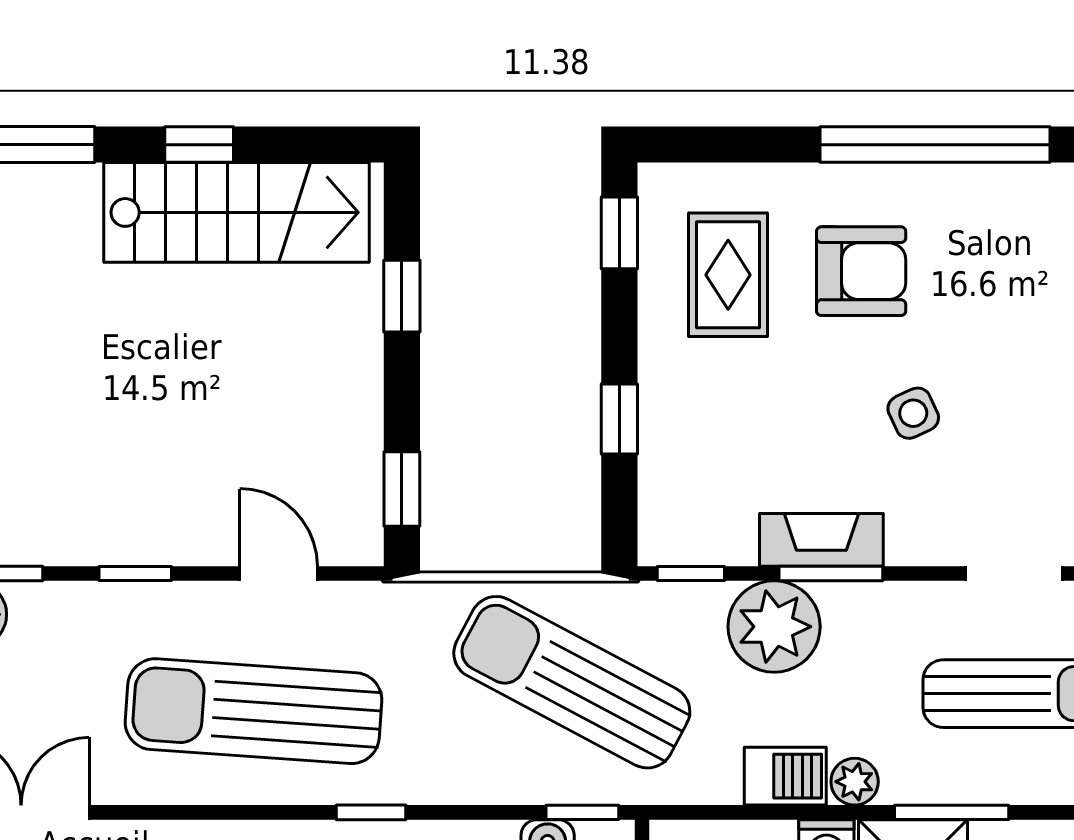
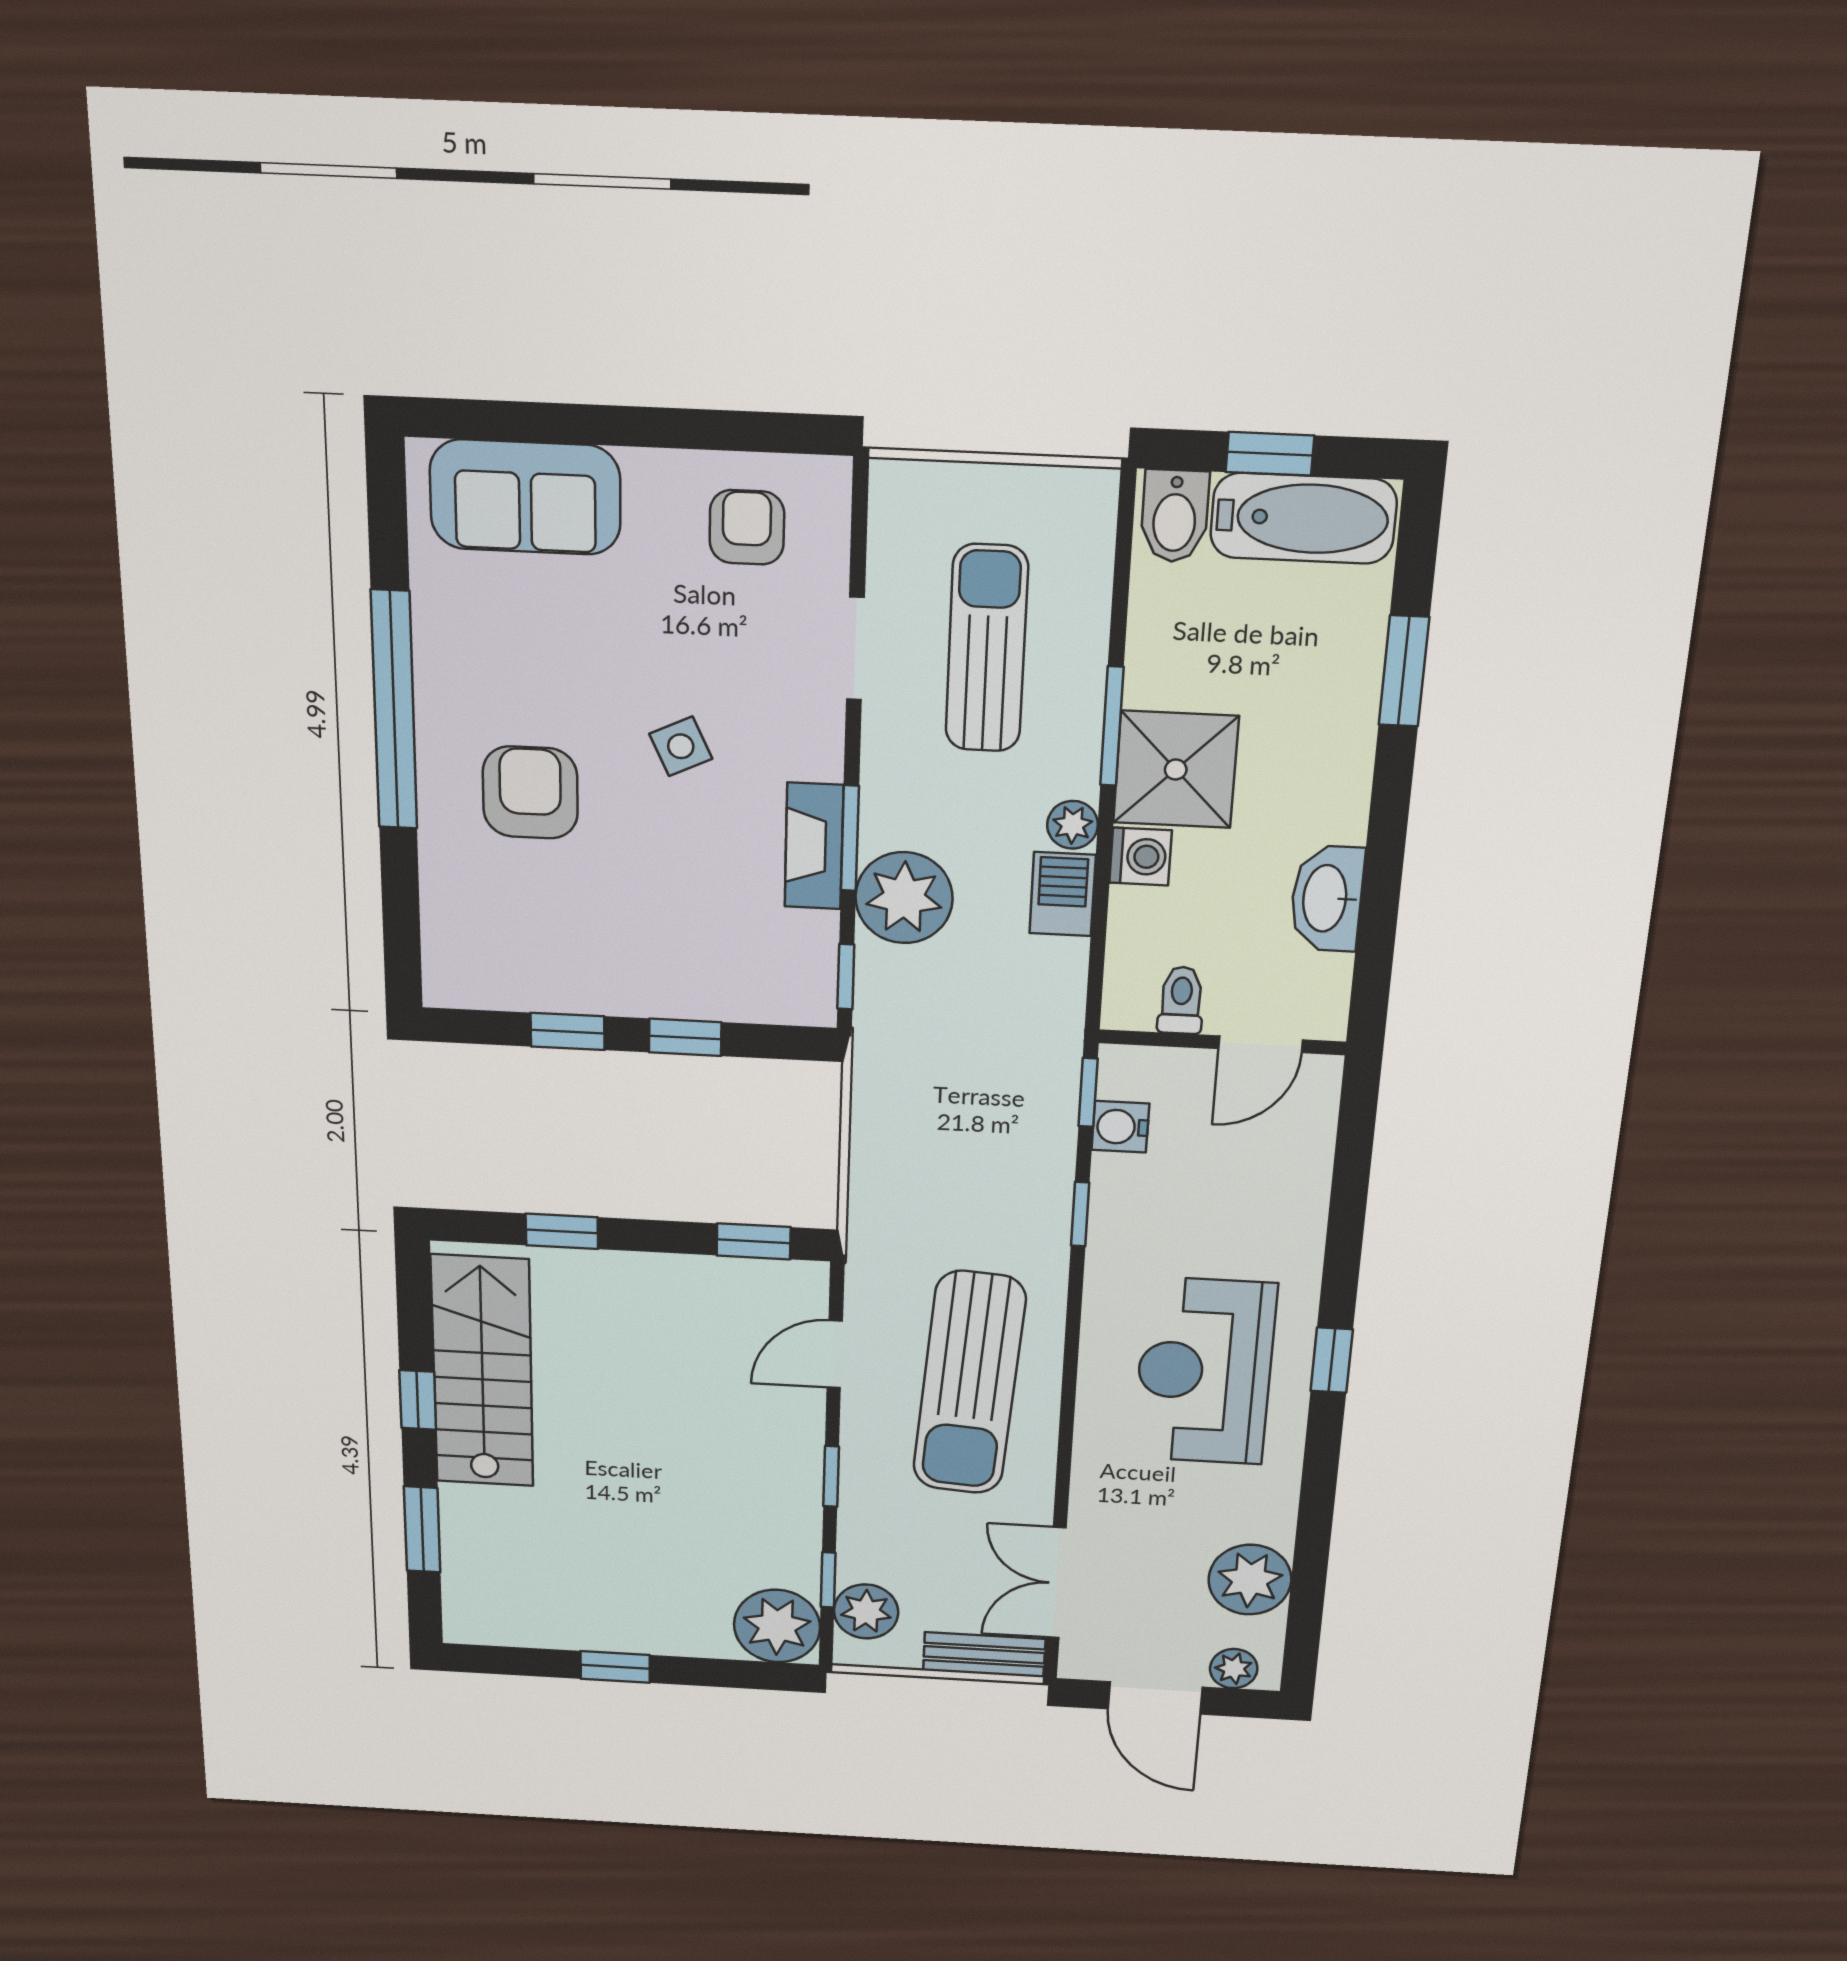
window: (619, 233) -> (568, 1031), moved
rug: (728, 275) -> (536, 925), removed
sun lounger: (572, 682) -> (954, 1096), removed
window: (371, 812) -> (1080, 1214), moved

